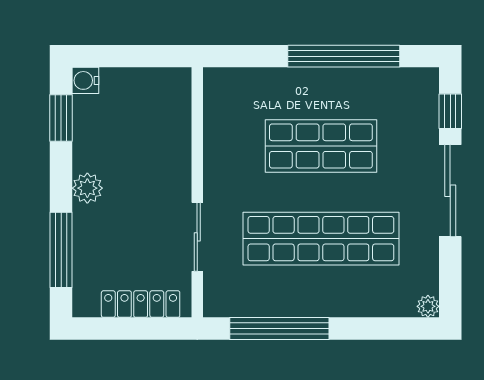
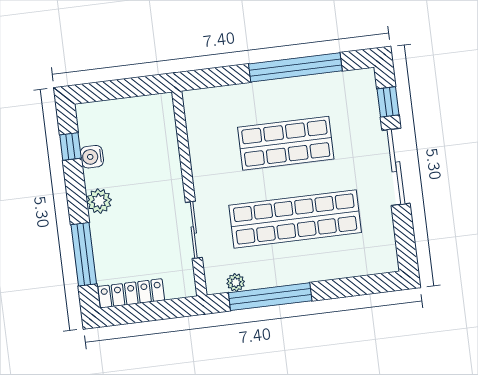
water cooler: (85, 80) -> (92, 157), moved
window: (61, 118) -> (70, 146), width x0.67
locker: (141, 304) -> (131, 293), moved
plant: (428, 306) -> (236, 282), moved

